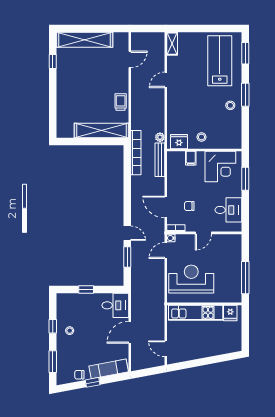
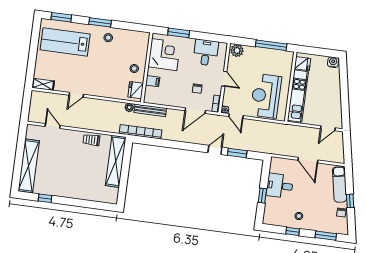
door: (166, 80) -> (76, 95), hinge flipped
plant: (235, 242) -> (237, 51), added
desk: (115, 305) -> (280, 186), moved, turned -90
water cooler: (236, 345) -> (333, 62), added

